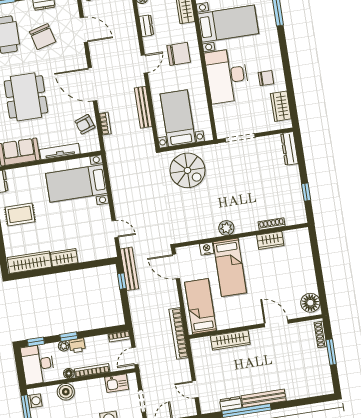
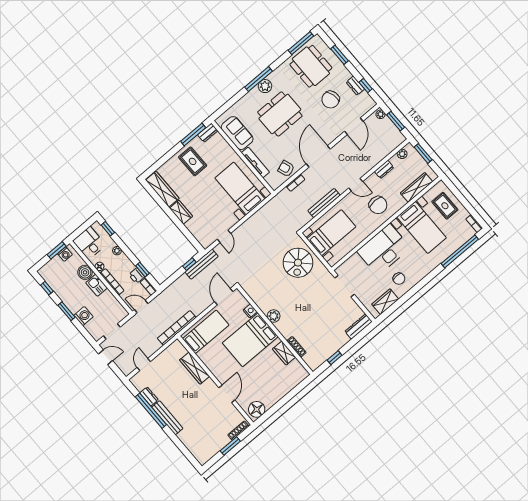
bed: (230, 267) -> (250, 340), width x1.50
window: (69, 337) -> (142, 270), moved
printer: (77, 345) -> (137, 276), moved
desk: (38, 364) -> (89, 243), width x0.73
kitchen sink: (117, 383) -> (97, 285), moved

